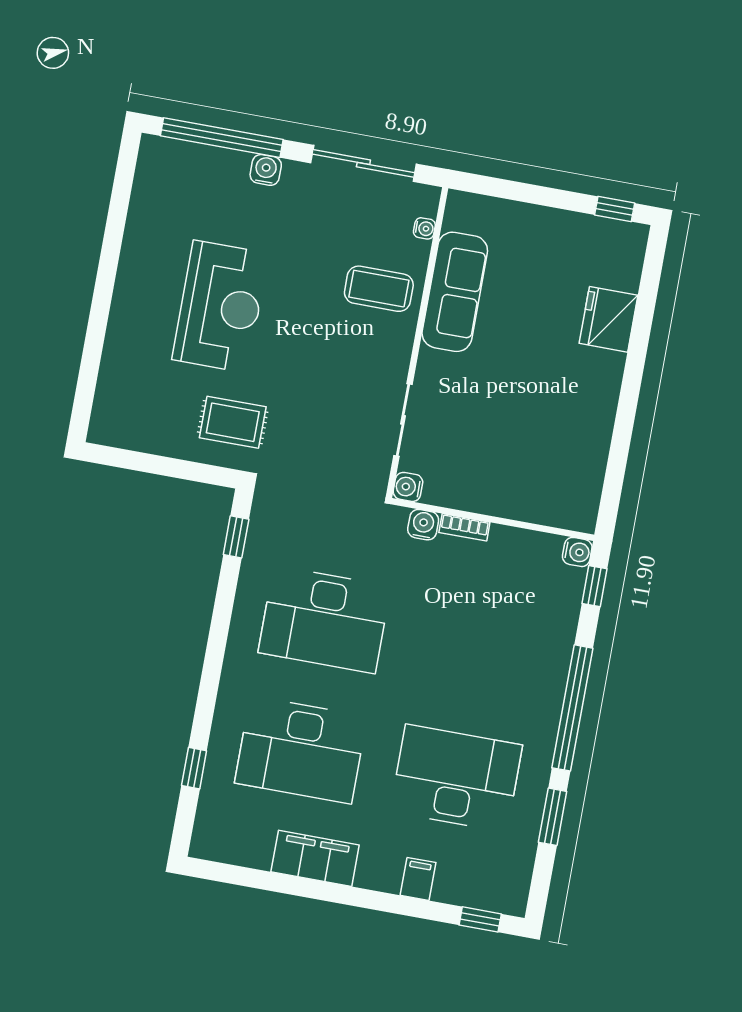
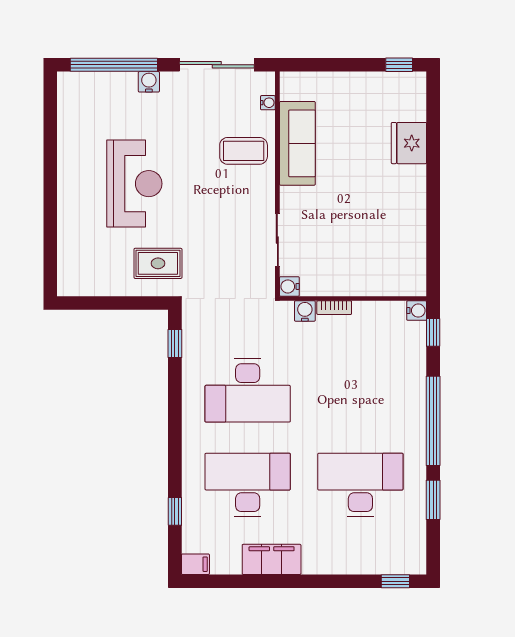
desk: (301, 750) -> (248, 485), turned 180
filing cabinet: (418, 879) -> (195, 564), moved, turned 90

